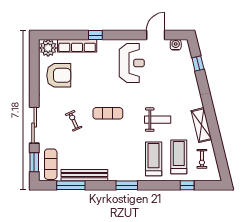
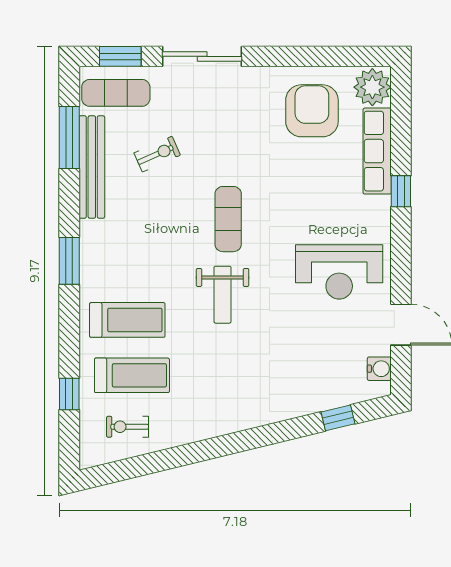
armchair: (59, 75) -> (312, 111), turned 180
weight bench: (158, 120) -> (223, 295), moved
exercise bike: (74, 121) -> (157, 154), moved
shelving: (201, 125) -> (202, 426), removed

